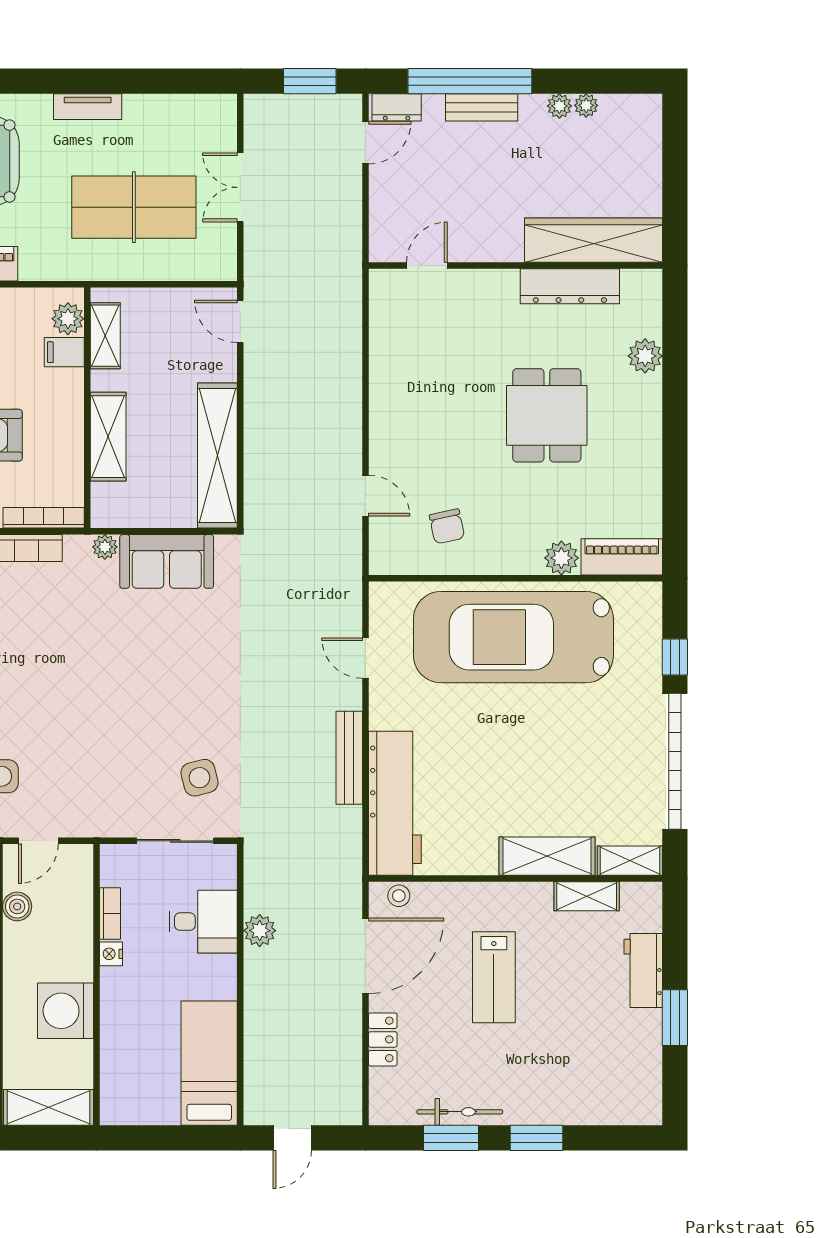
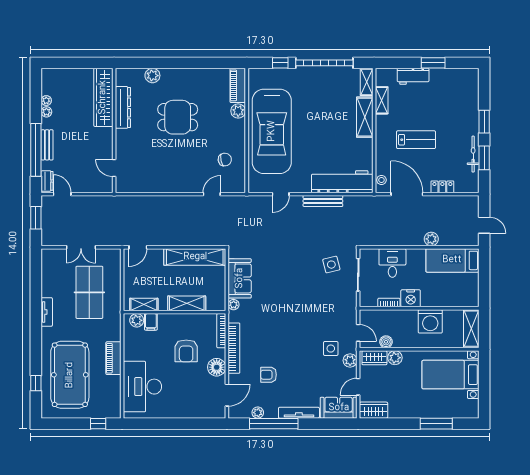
plant: (260, 931) -> (431, 239), moved
nightstand: (111, 954) -> (411, 298), width x1.89, depth x1.79

